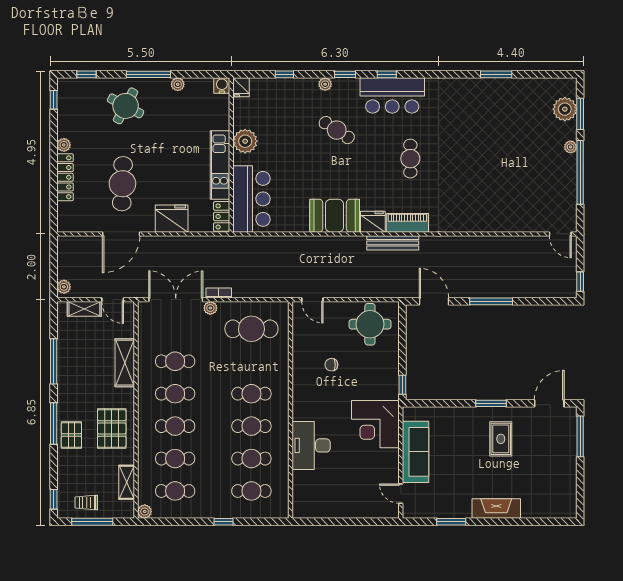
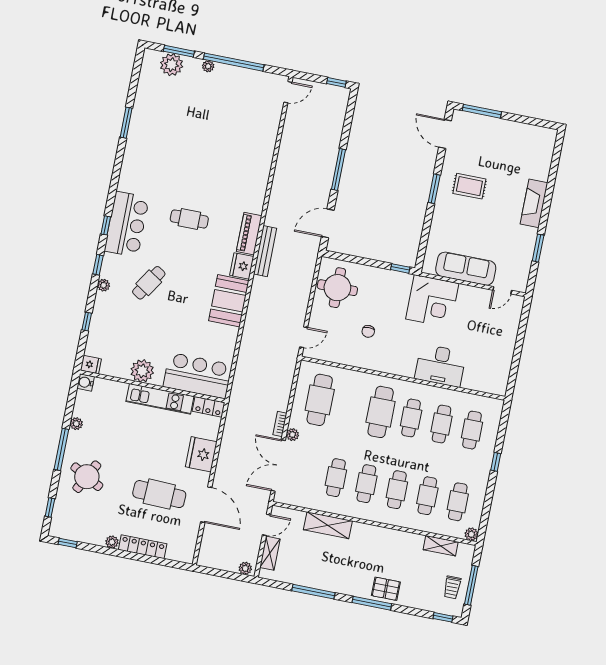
cafe table: (251, 394) -> (381, 412), width x1.37, depth x1.35
pallet: (112, 428) -> (387, 550), removed

